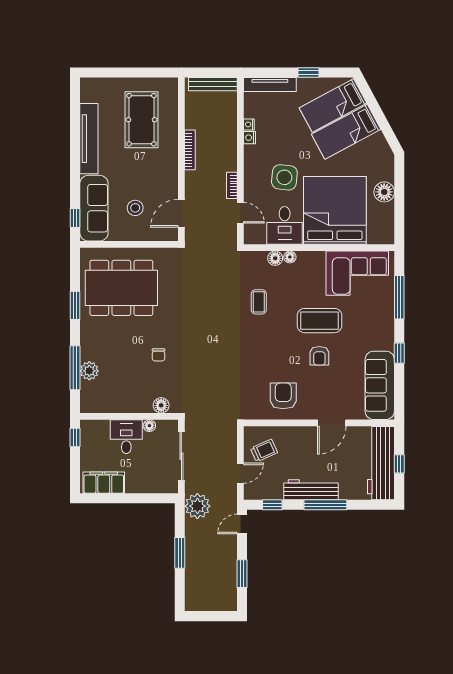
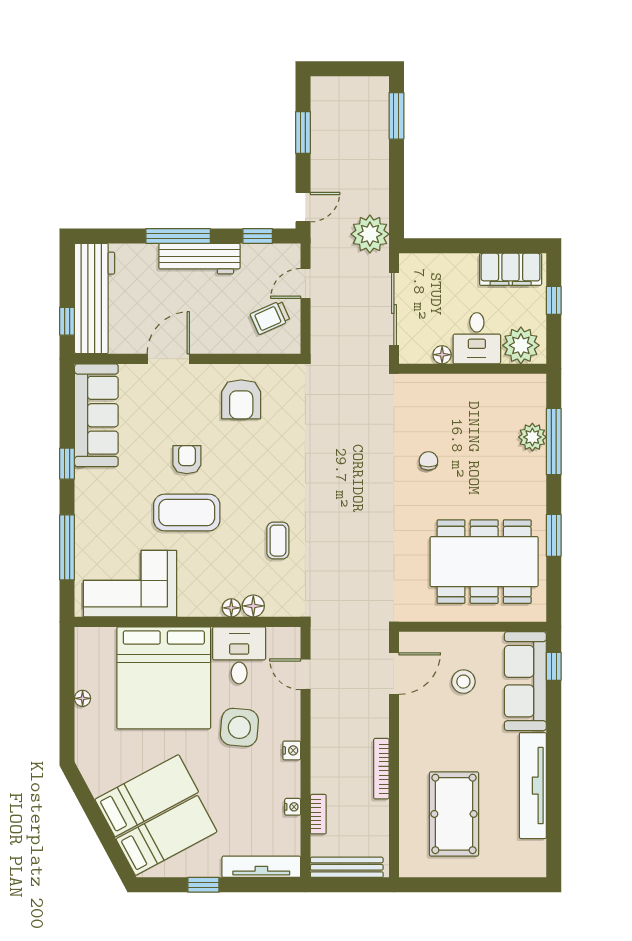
nightstand: (250, 138) -> (292, 750), moved
bookcase: (232, 185) -> (318, 814), moved
floor lamp: (384, 192) -> (83, 698), width x0.53, depth x0.53
floor lamp: (161, 405) -> (425, 385), removed
plant: (97, 432) -> (521, 345), added
window: (75, 437) -> (554, 300), moved
window: (399, 464) -> (67, 321), moved
window: (180, 553) -> (396, 116), moved

